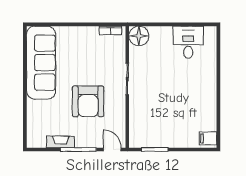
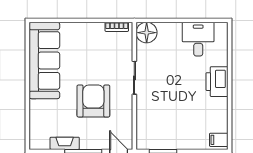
printer: (206, 83) -> (217, 82), added
armchair: (88, 101) -> (93, 101), turned 180

